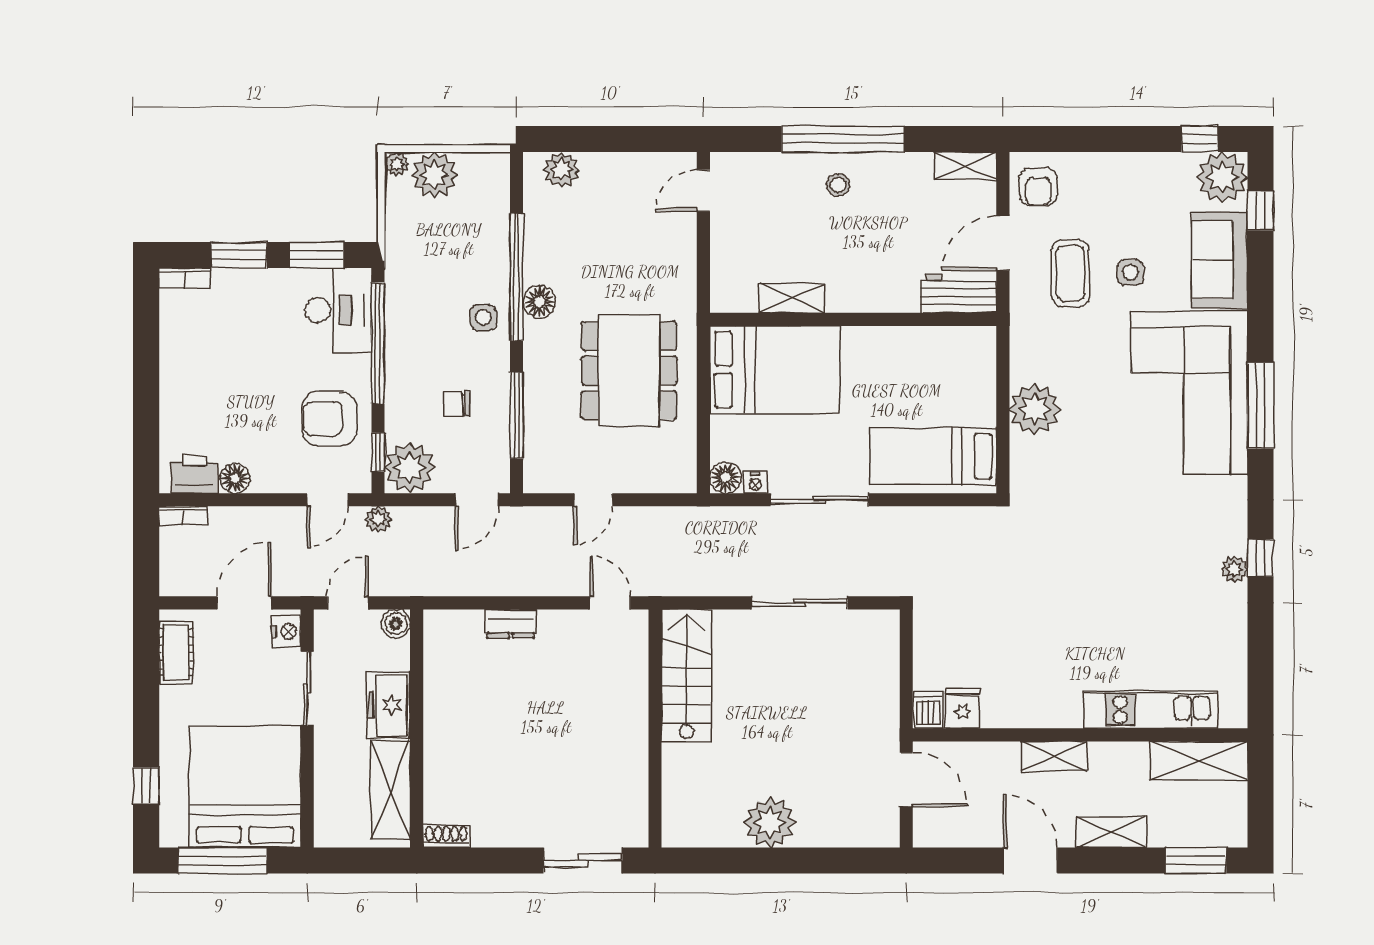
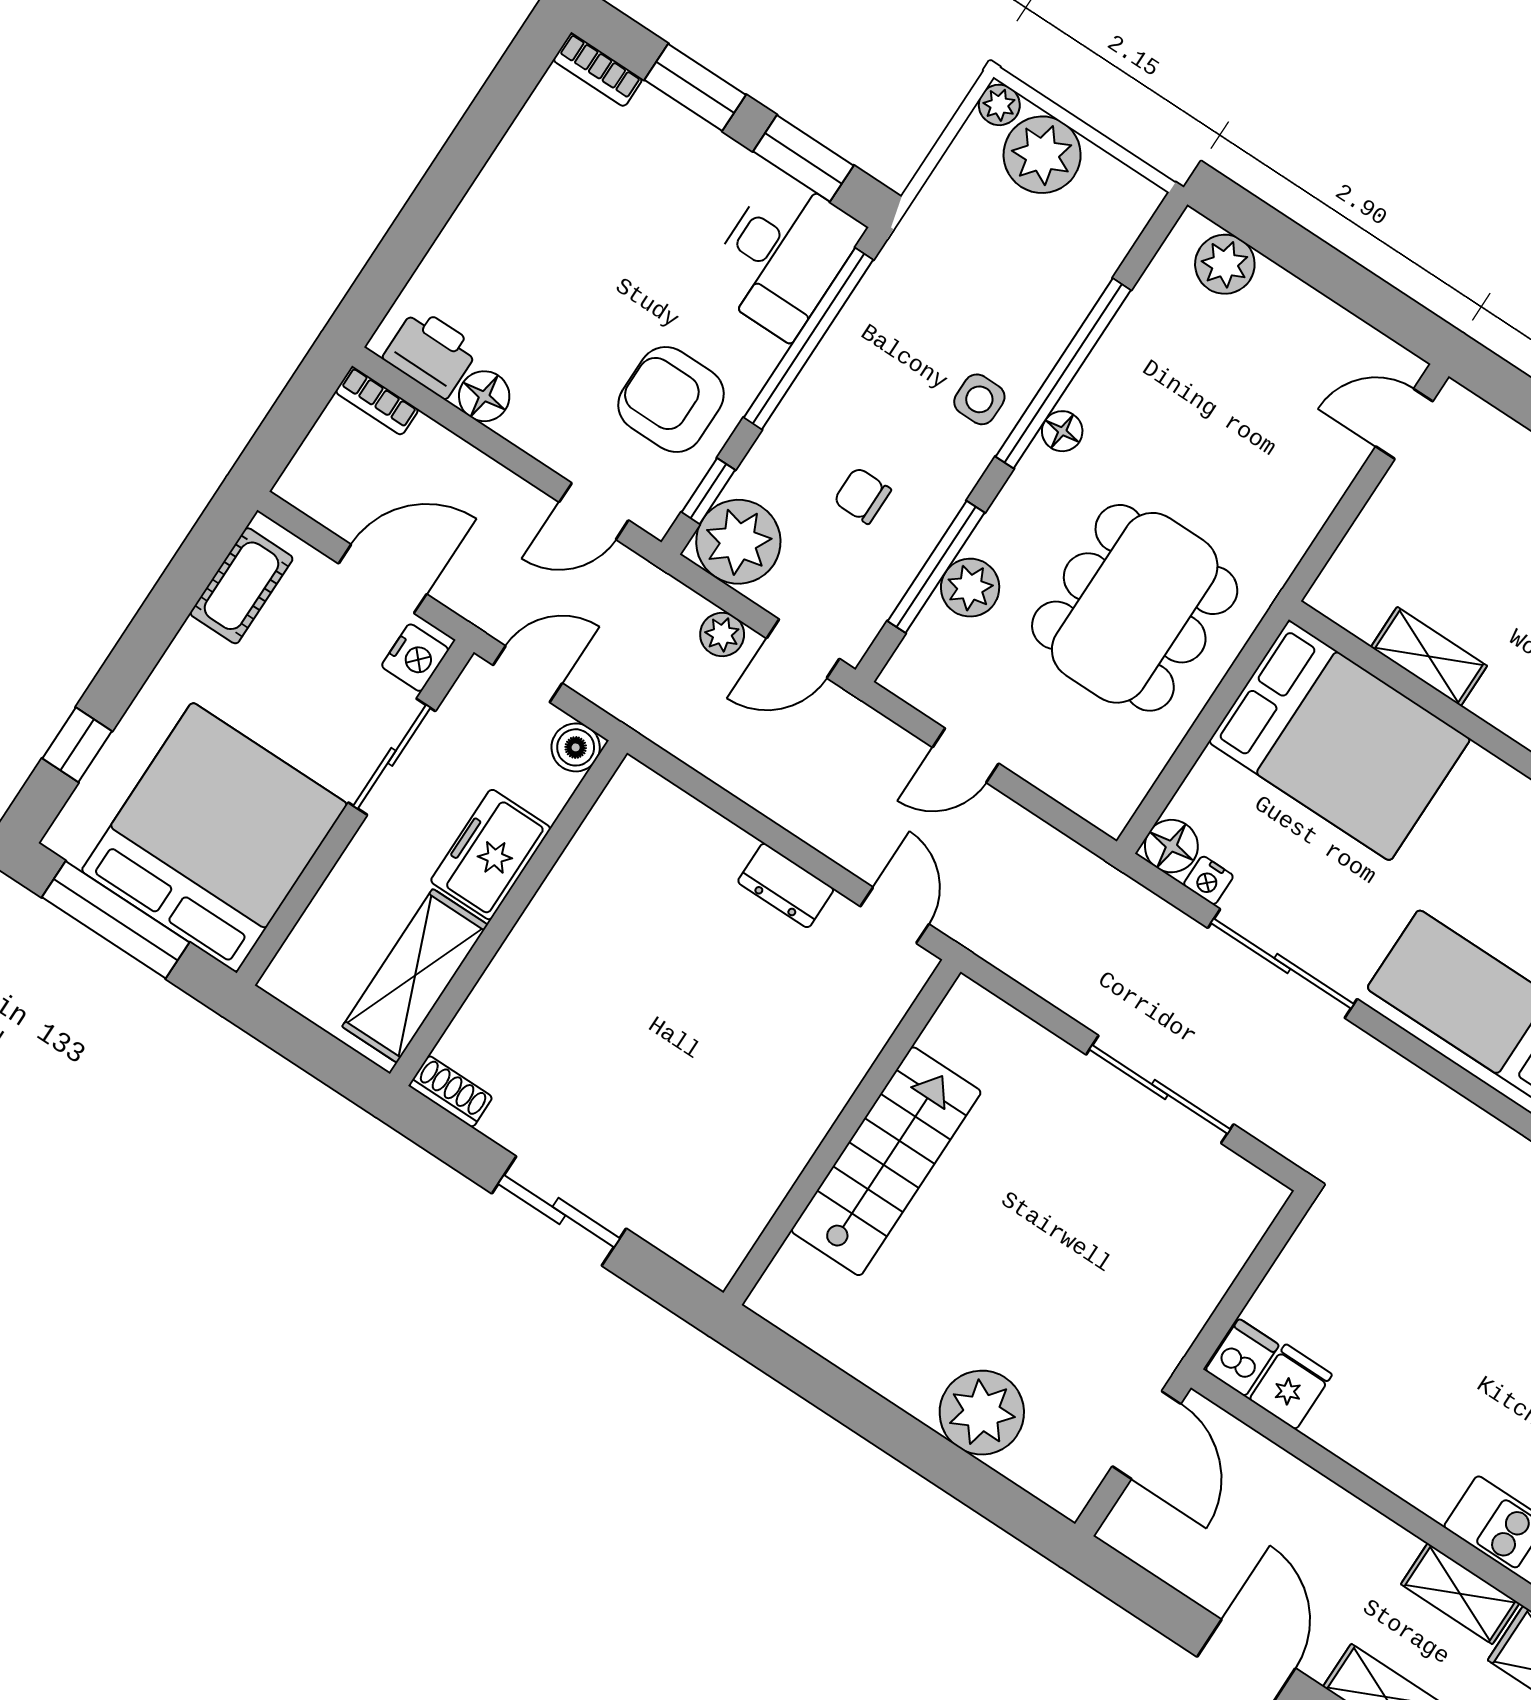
floor lamp: (539, 302) -> (1062, 431), width x0.73, depth x0.73
plant: (540, 415) -> (970, 588), added
plant: (378, 519) -> (722, 634), moved
dresser: (511, 624) -> (786, 885), moved
stairs: (686, 676) -> (886, 1161), moved
shelving: (1055, 756) -> (1460, 1594), moved
plant: (770, 822) -> (982, 1413), moved
sliding door: (583, 861) -> (559, 1211), moved

